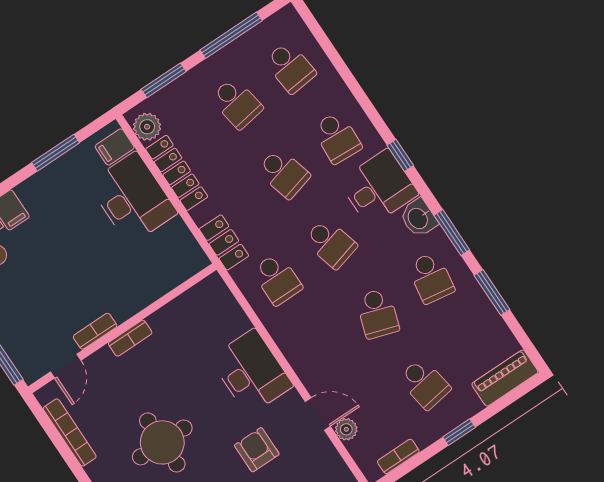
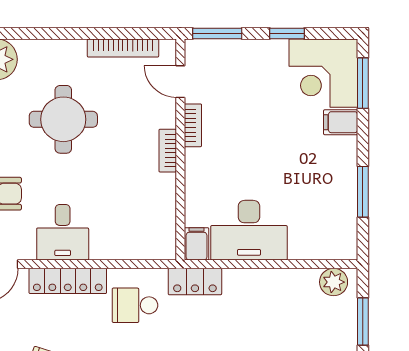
filing cabinet: (115, 147) -> (196, 244), moved
locker: (177, 173) -> (68, 281), moved
desk: (132, 198) -> (249, 230), moved
desk: (251, 372) -> (63, 232), width x0.73

